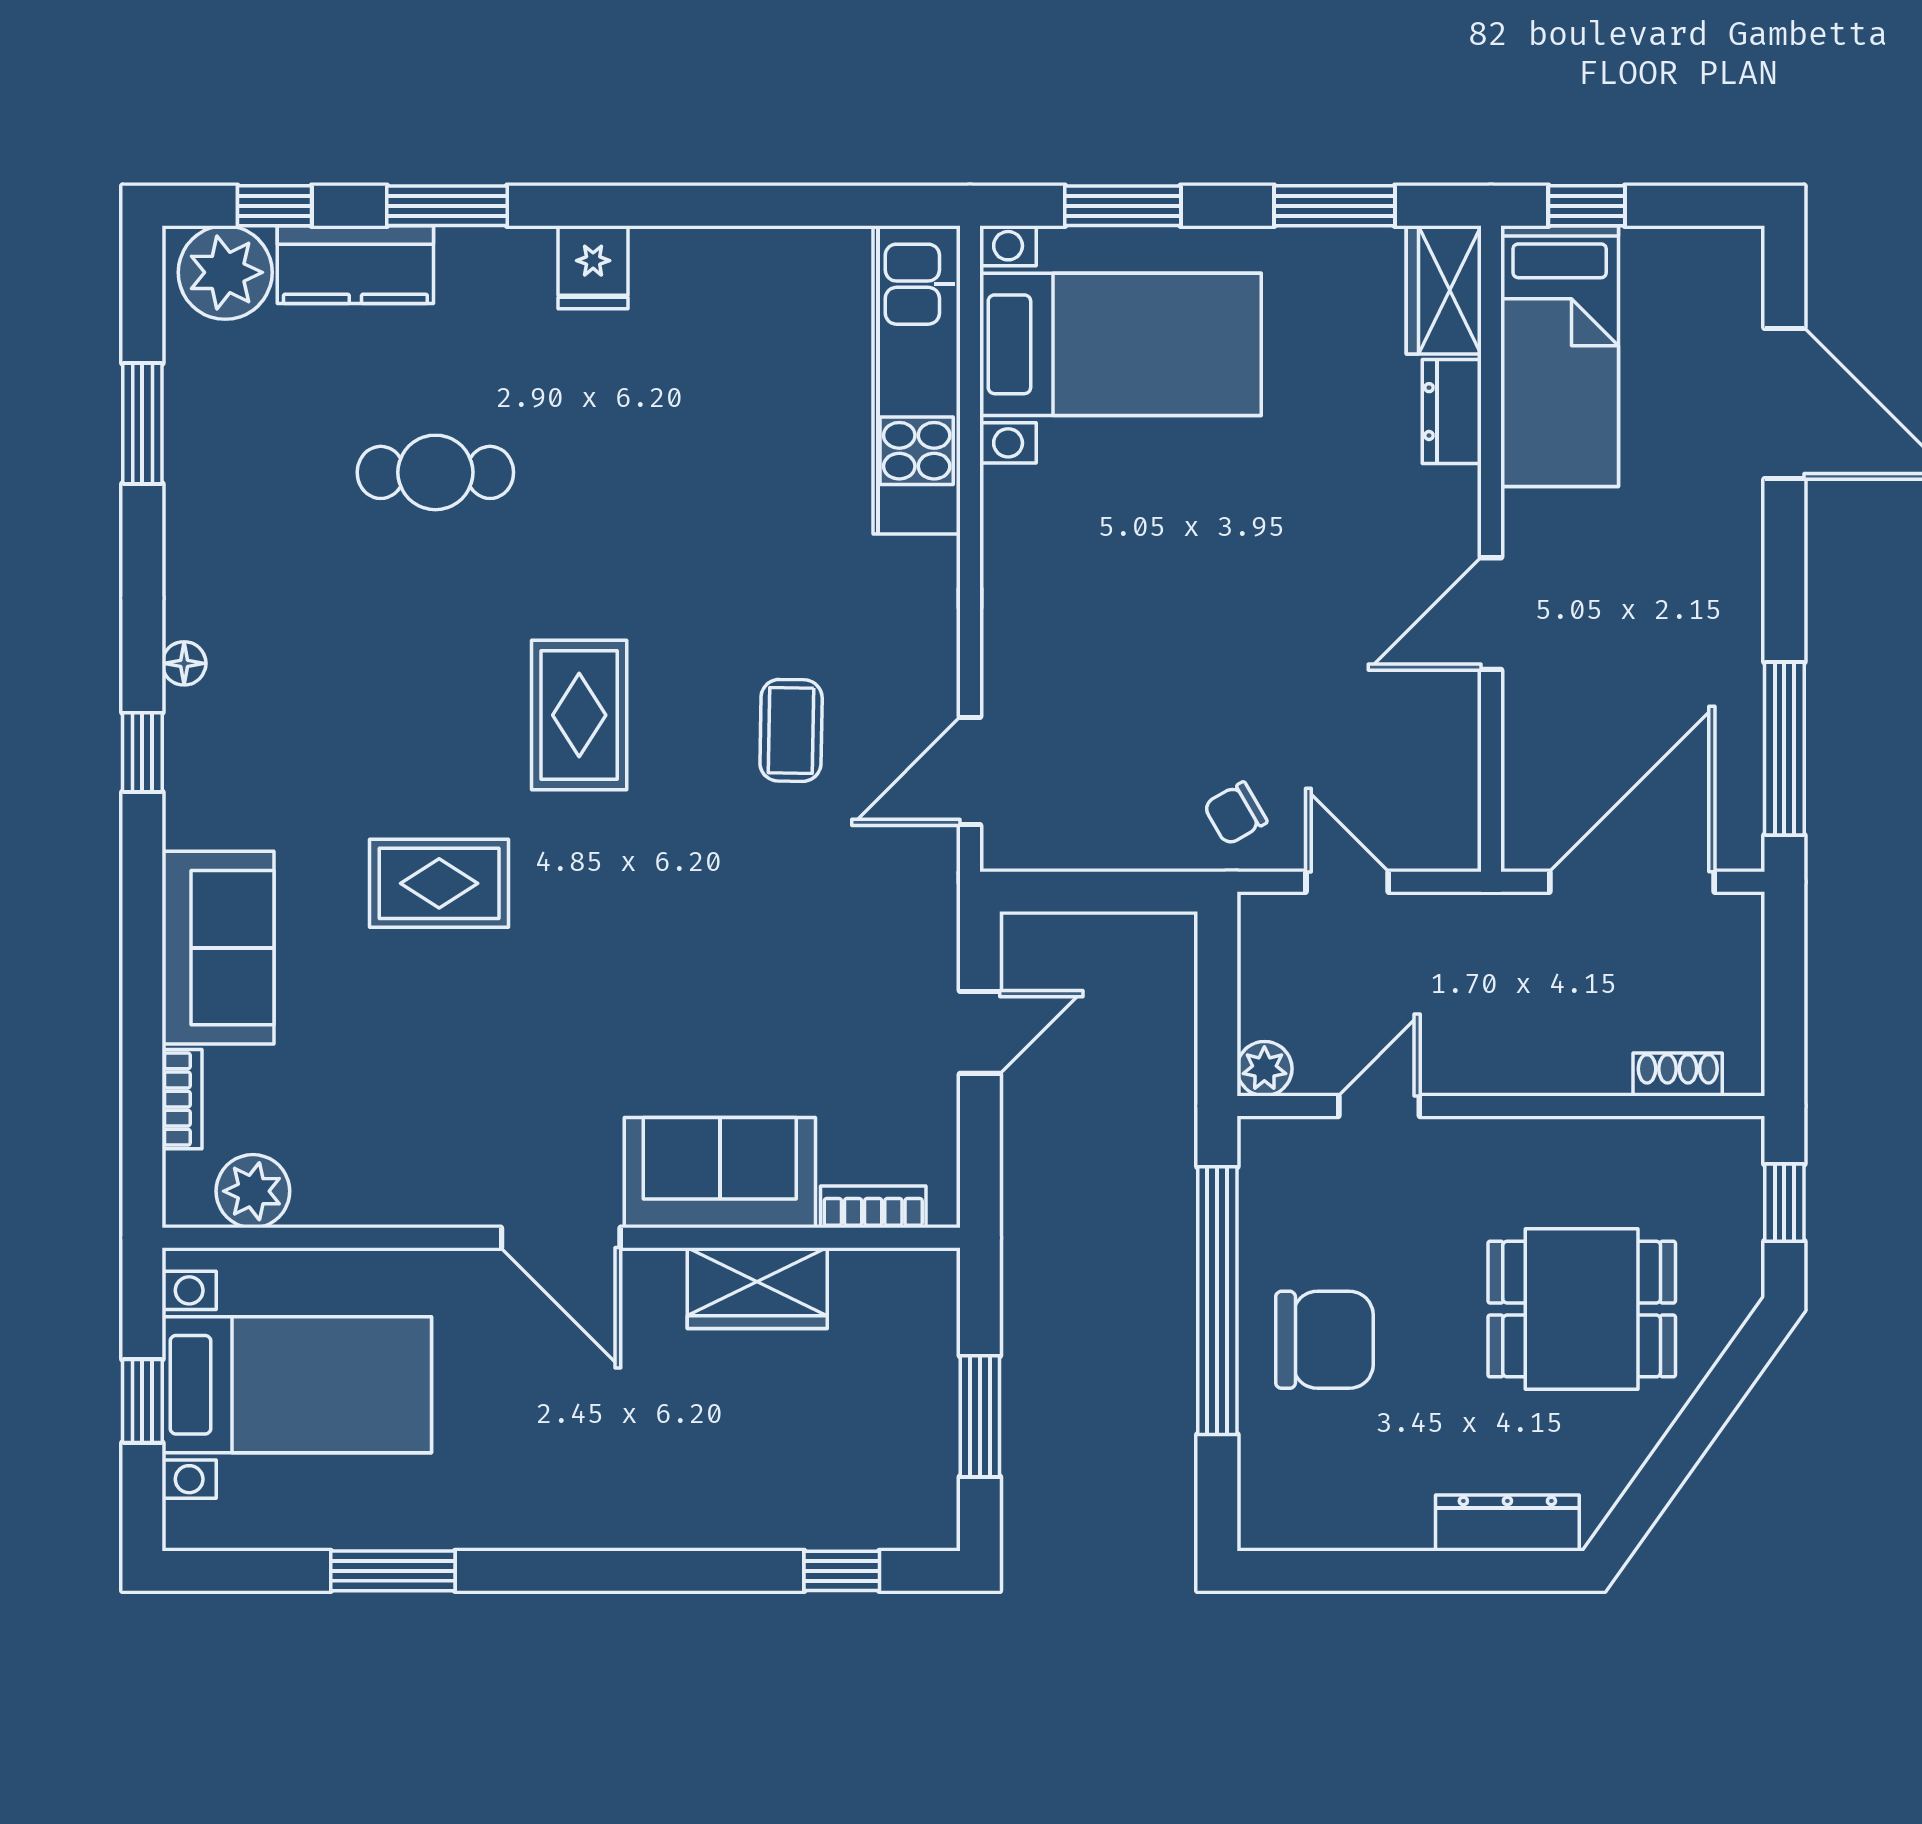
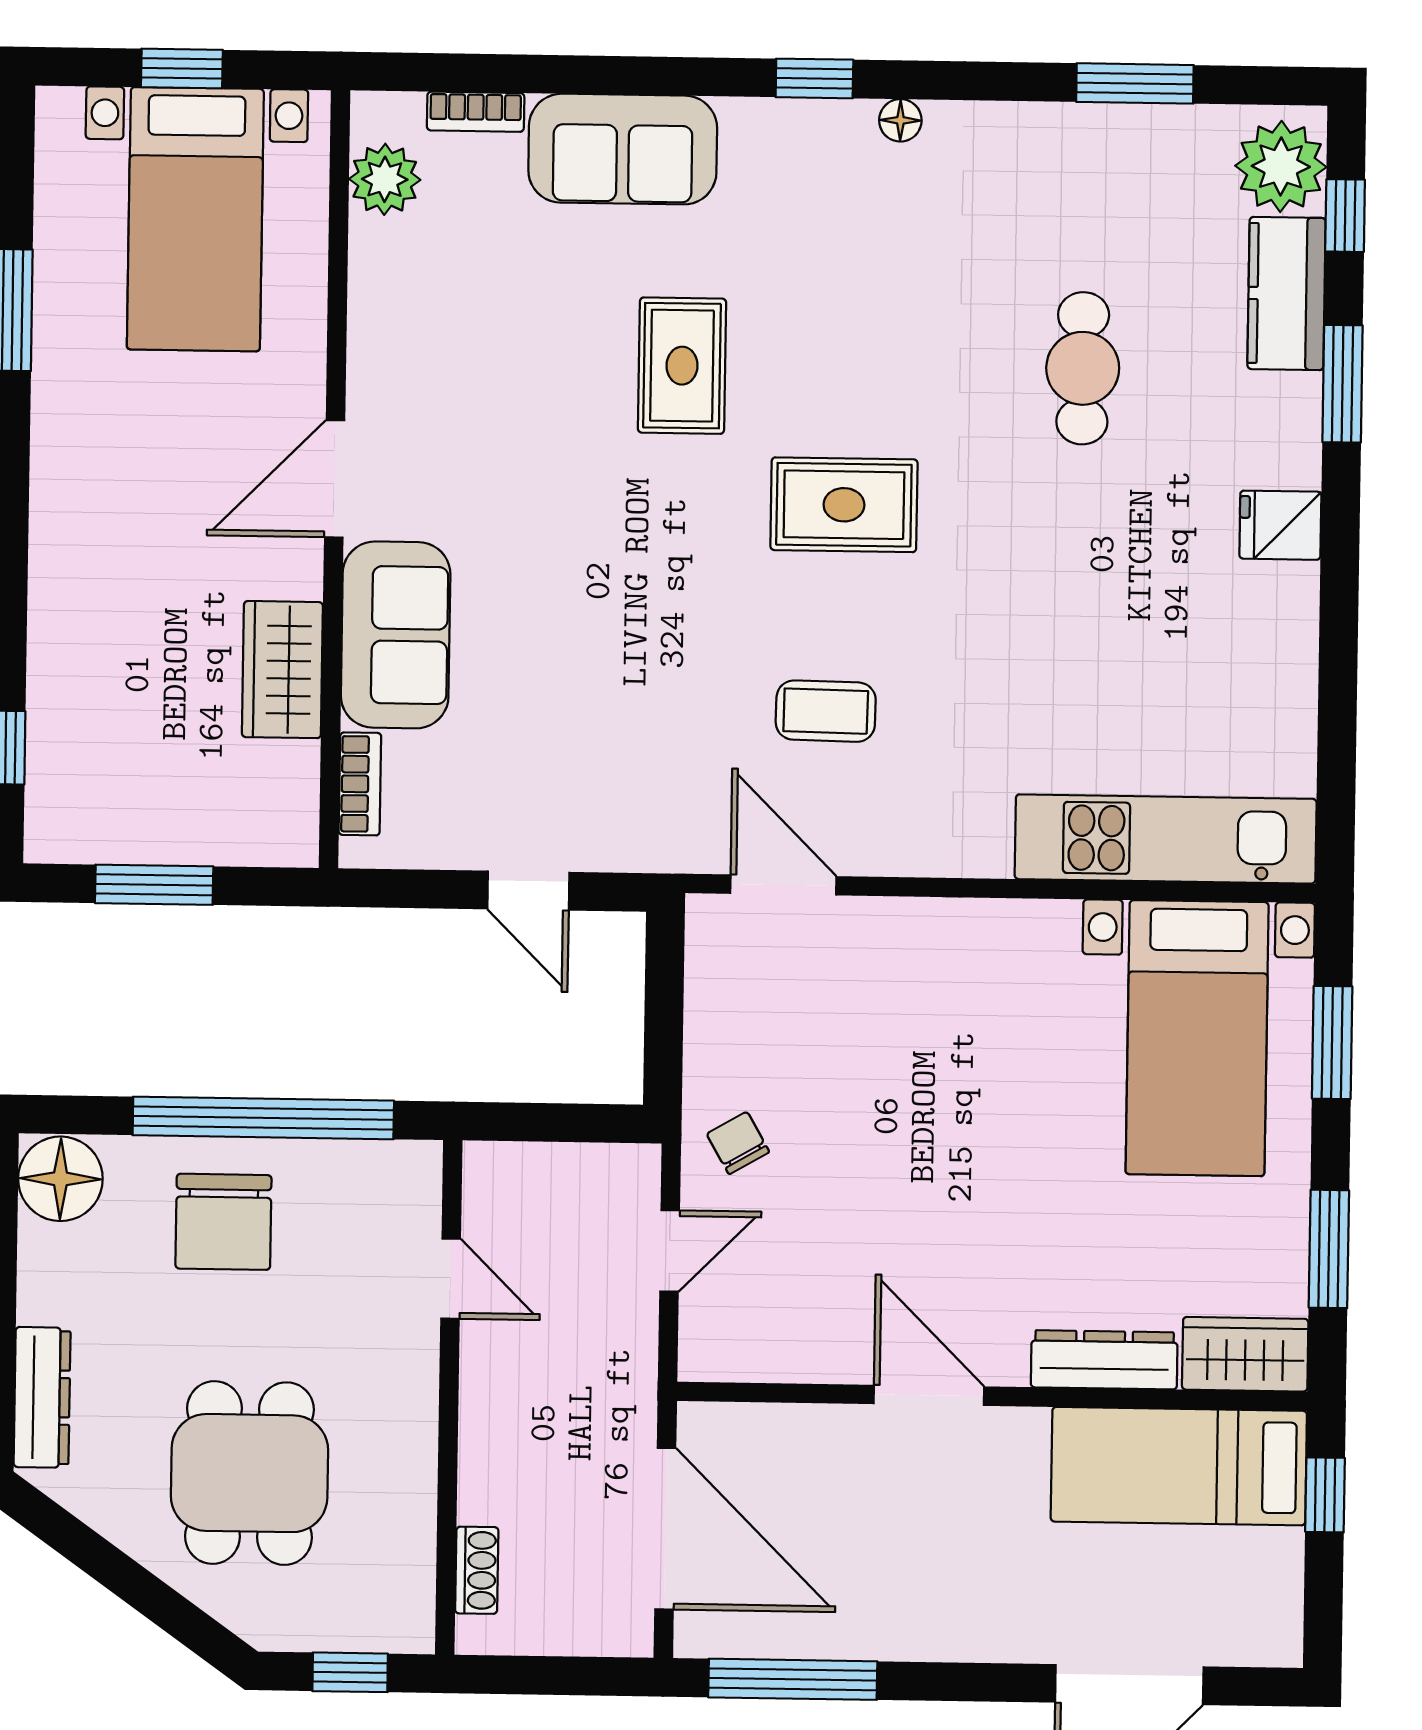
dresser: (1452, 412) -> (1104, 1360), width x1.44
plant: (1264, 1069) -> (489, 1167), removed
floor lamp: (1283, 1508) -> (60, 1179), added

